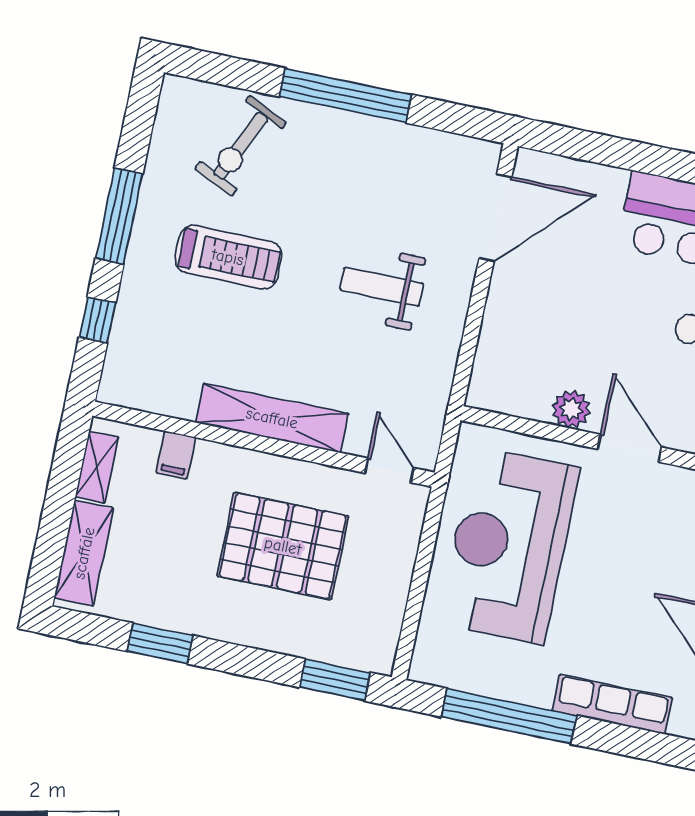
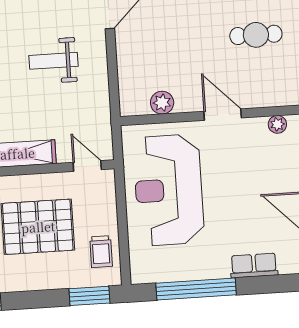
plant: (571, 409) -> (162, 103), moved
trolley: (373, 614) -> (101, 252), added
row of seats: (612, 704) -> (254, 266), width x0.68

